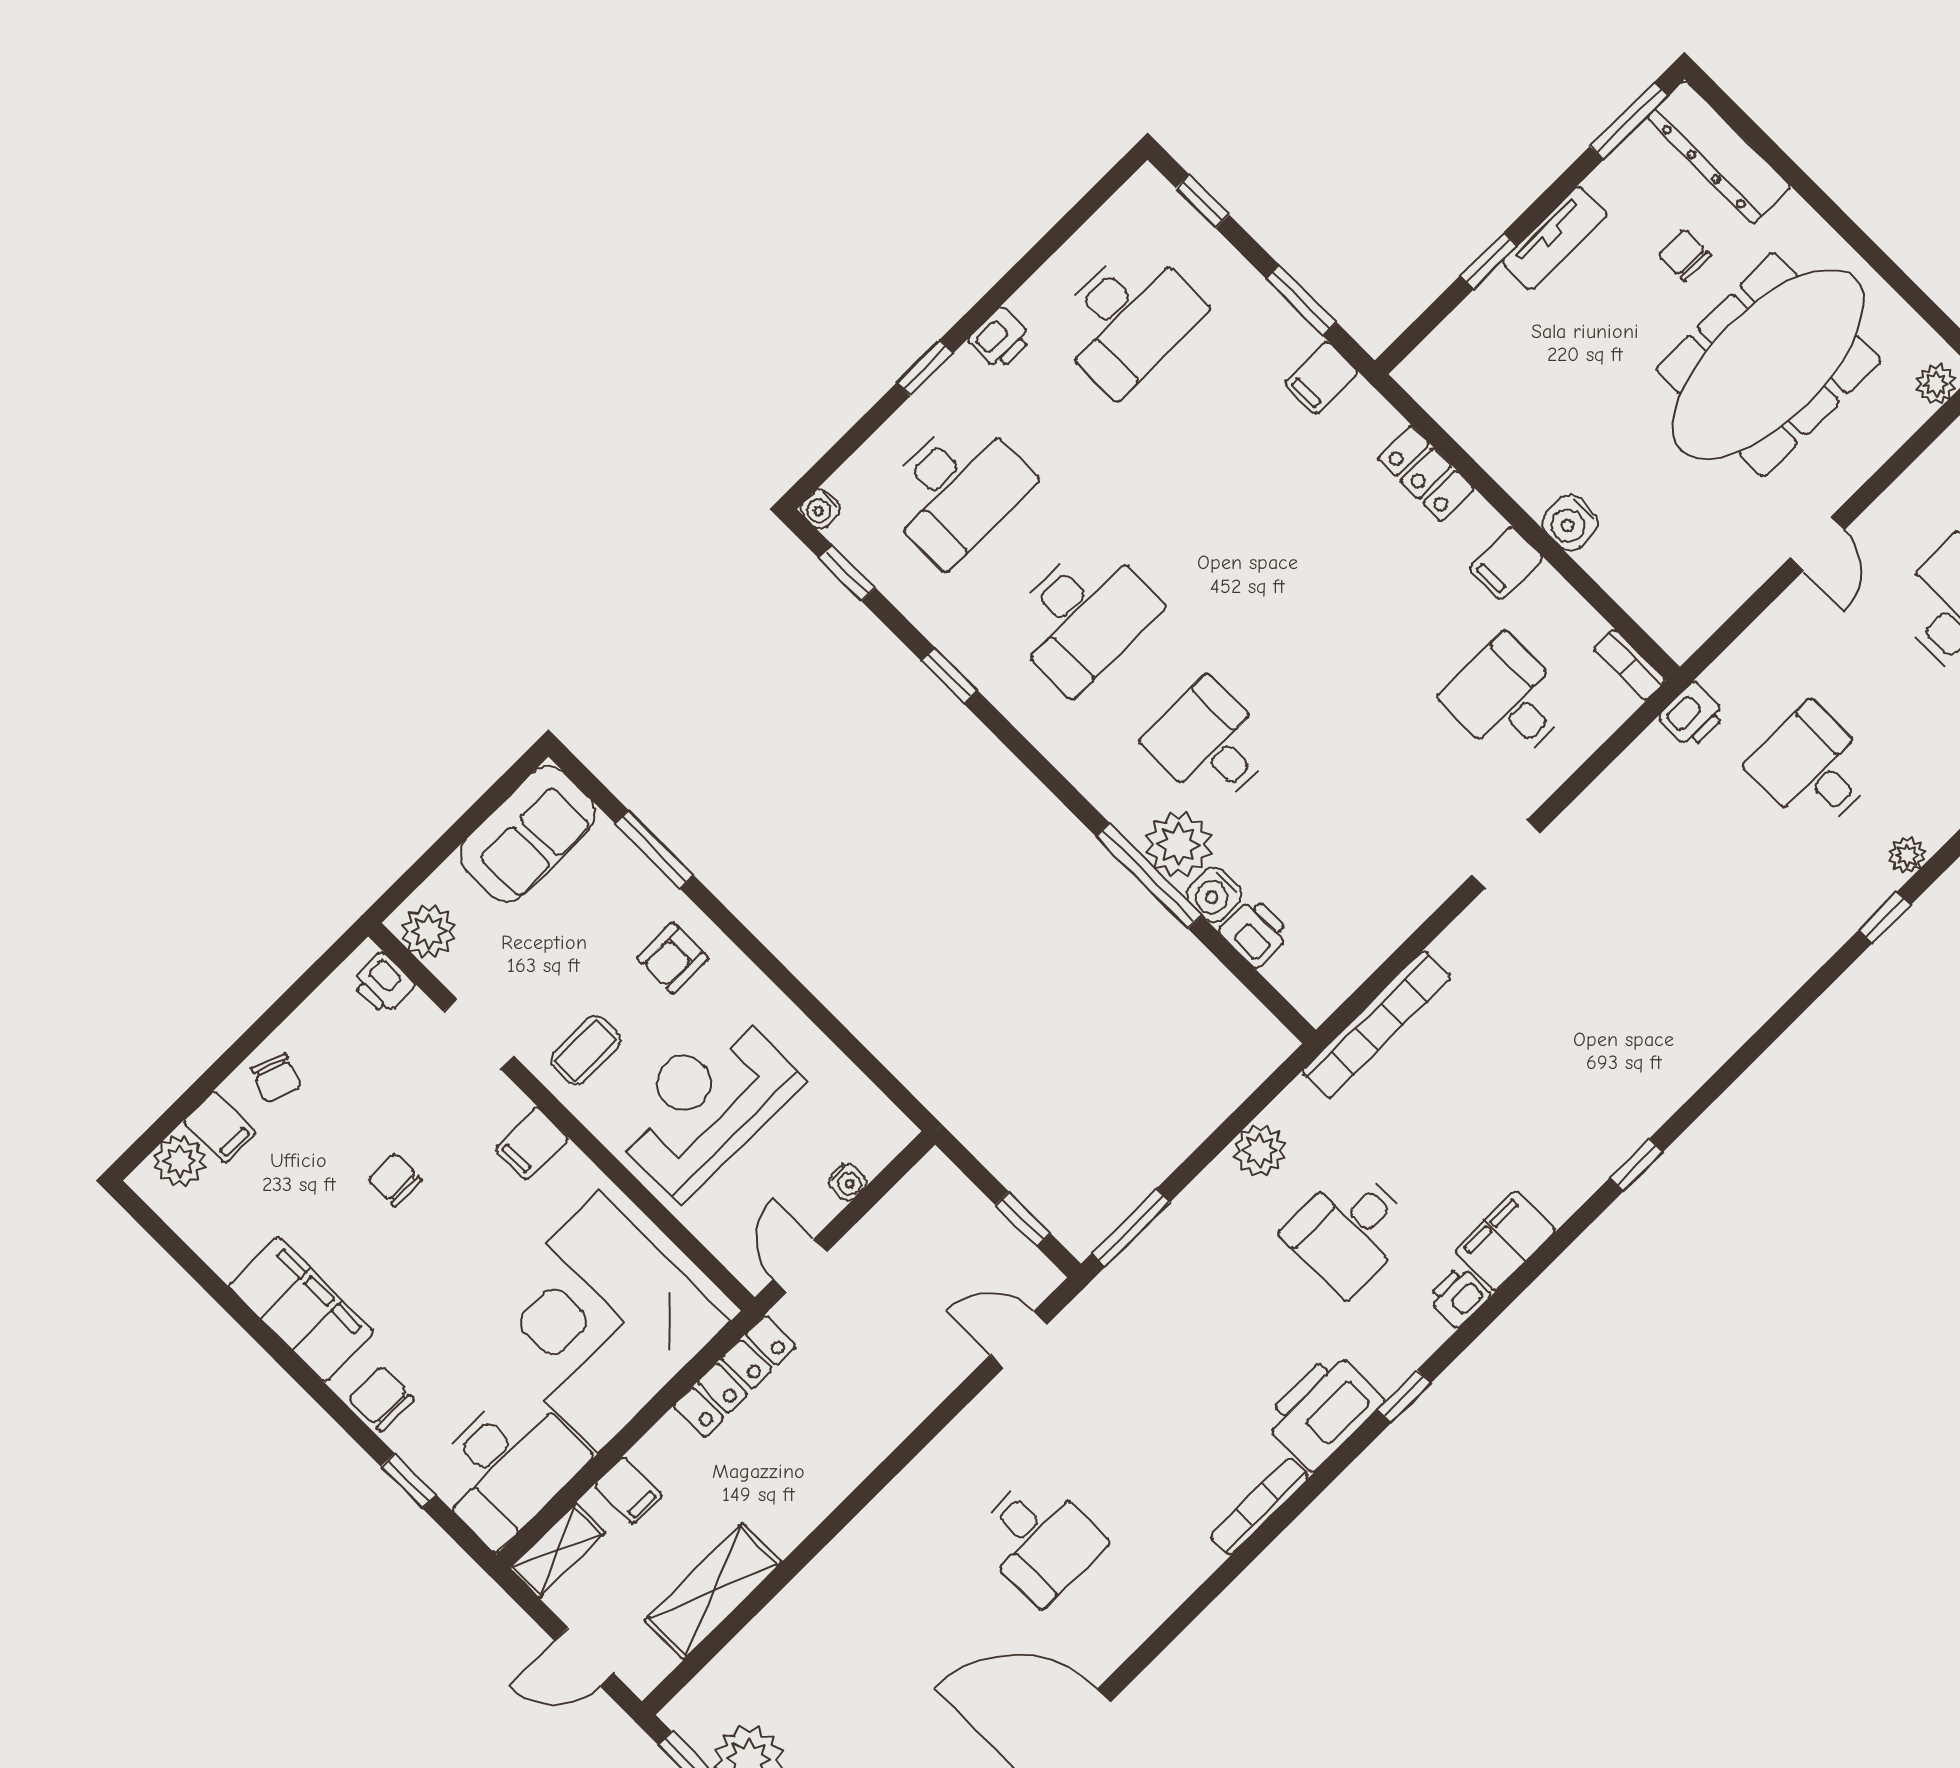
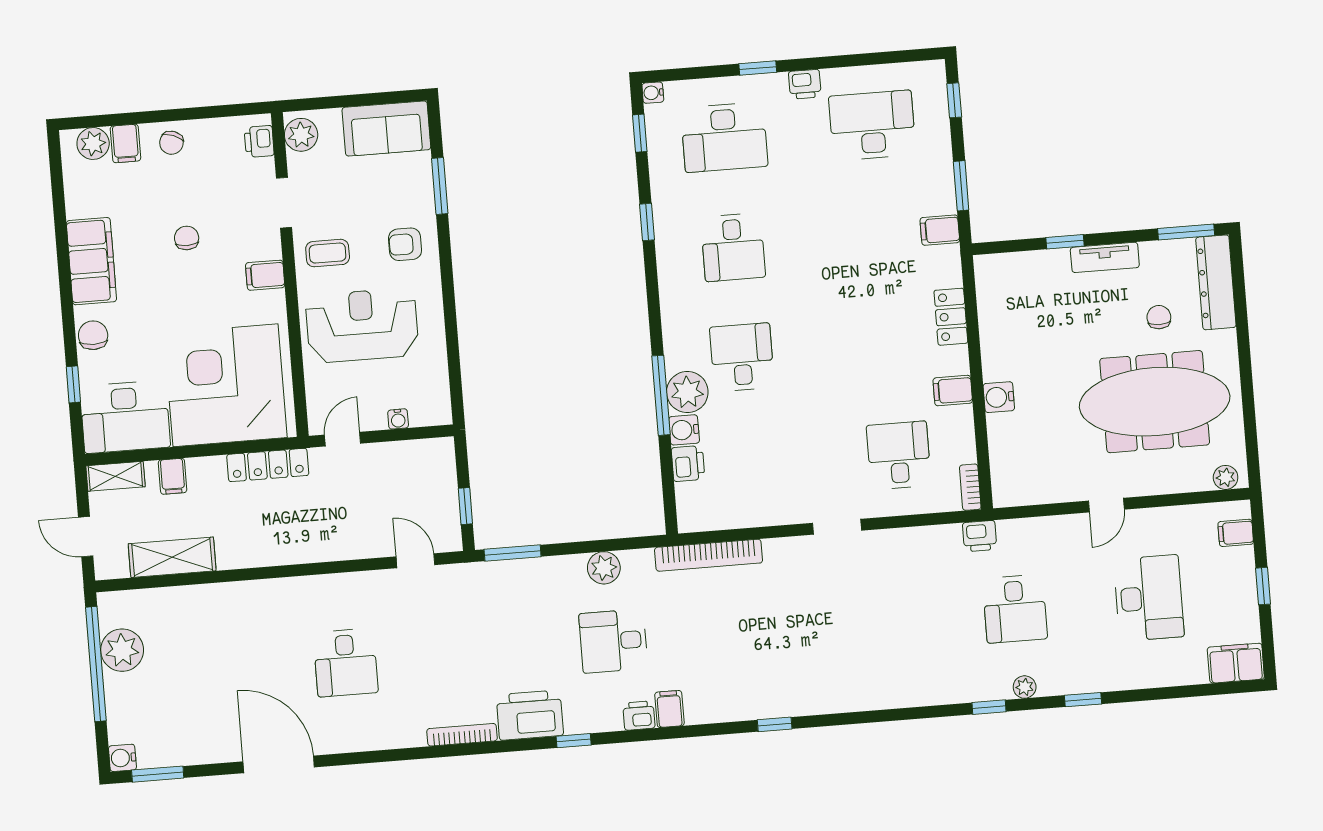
desk: (1127, 319) -> (872, 125), turned 180
desk: (1083, 616) -> (733, 247), width x0.73
desk: (1813, 768) -> (1015, 609), turned 180
filing cabinet: (1505, 1241) -> (669, 709), width x0.50

